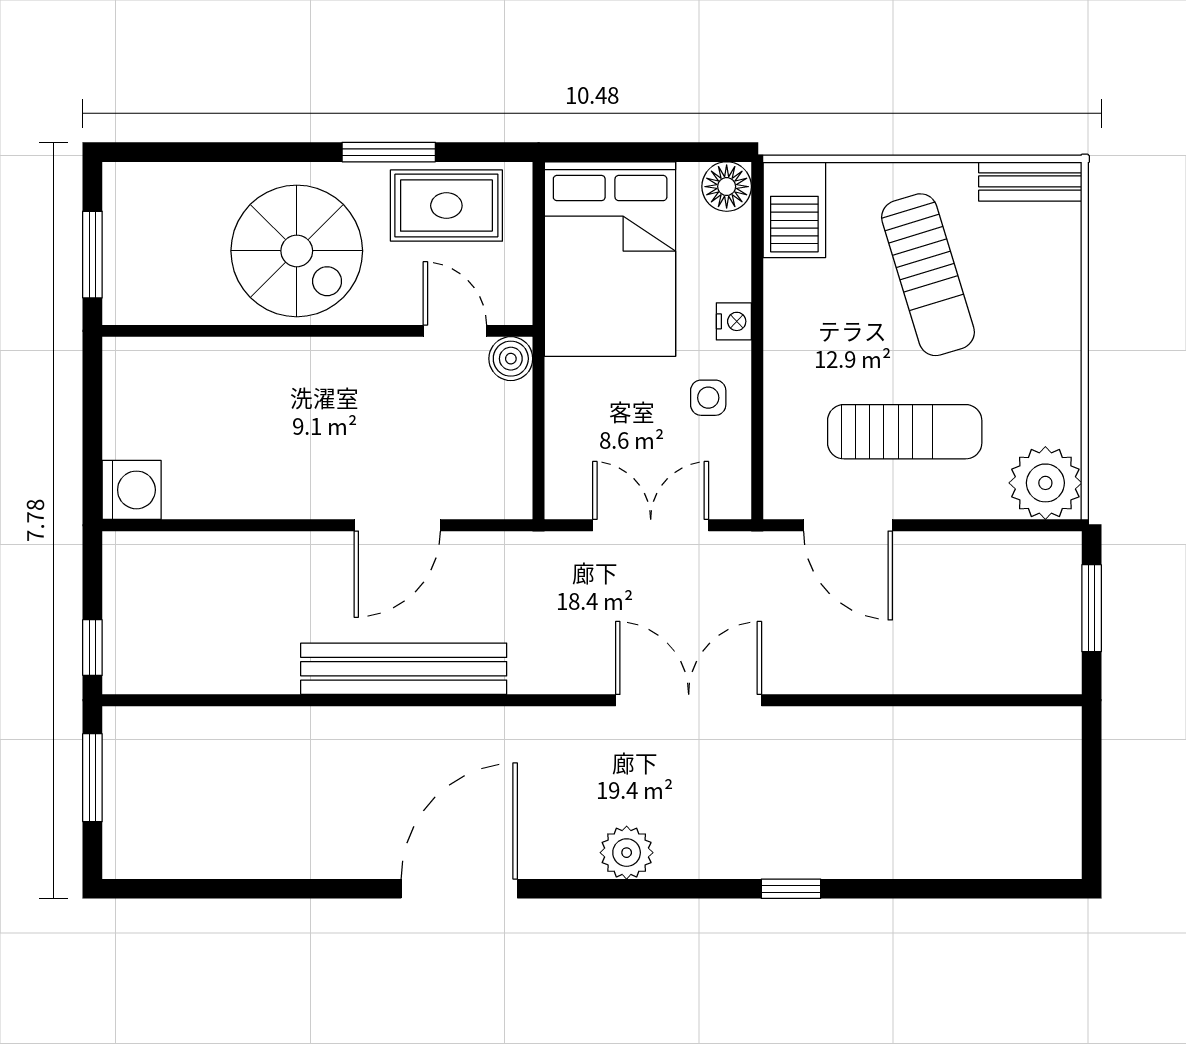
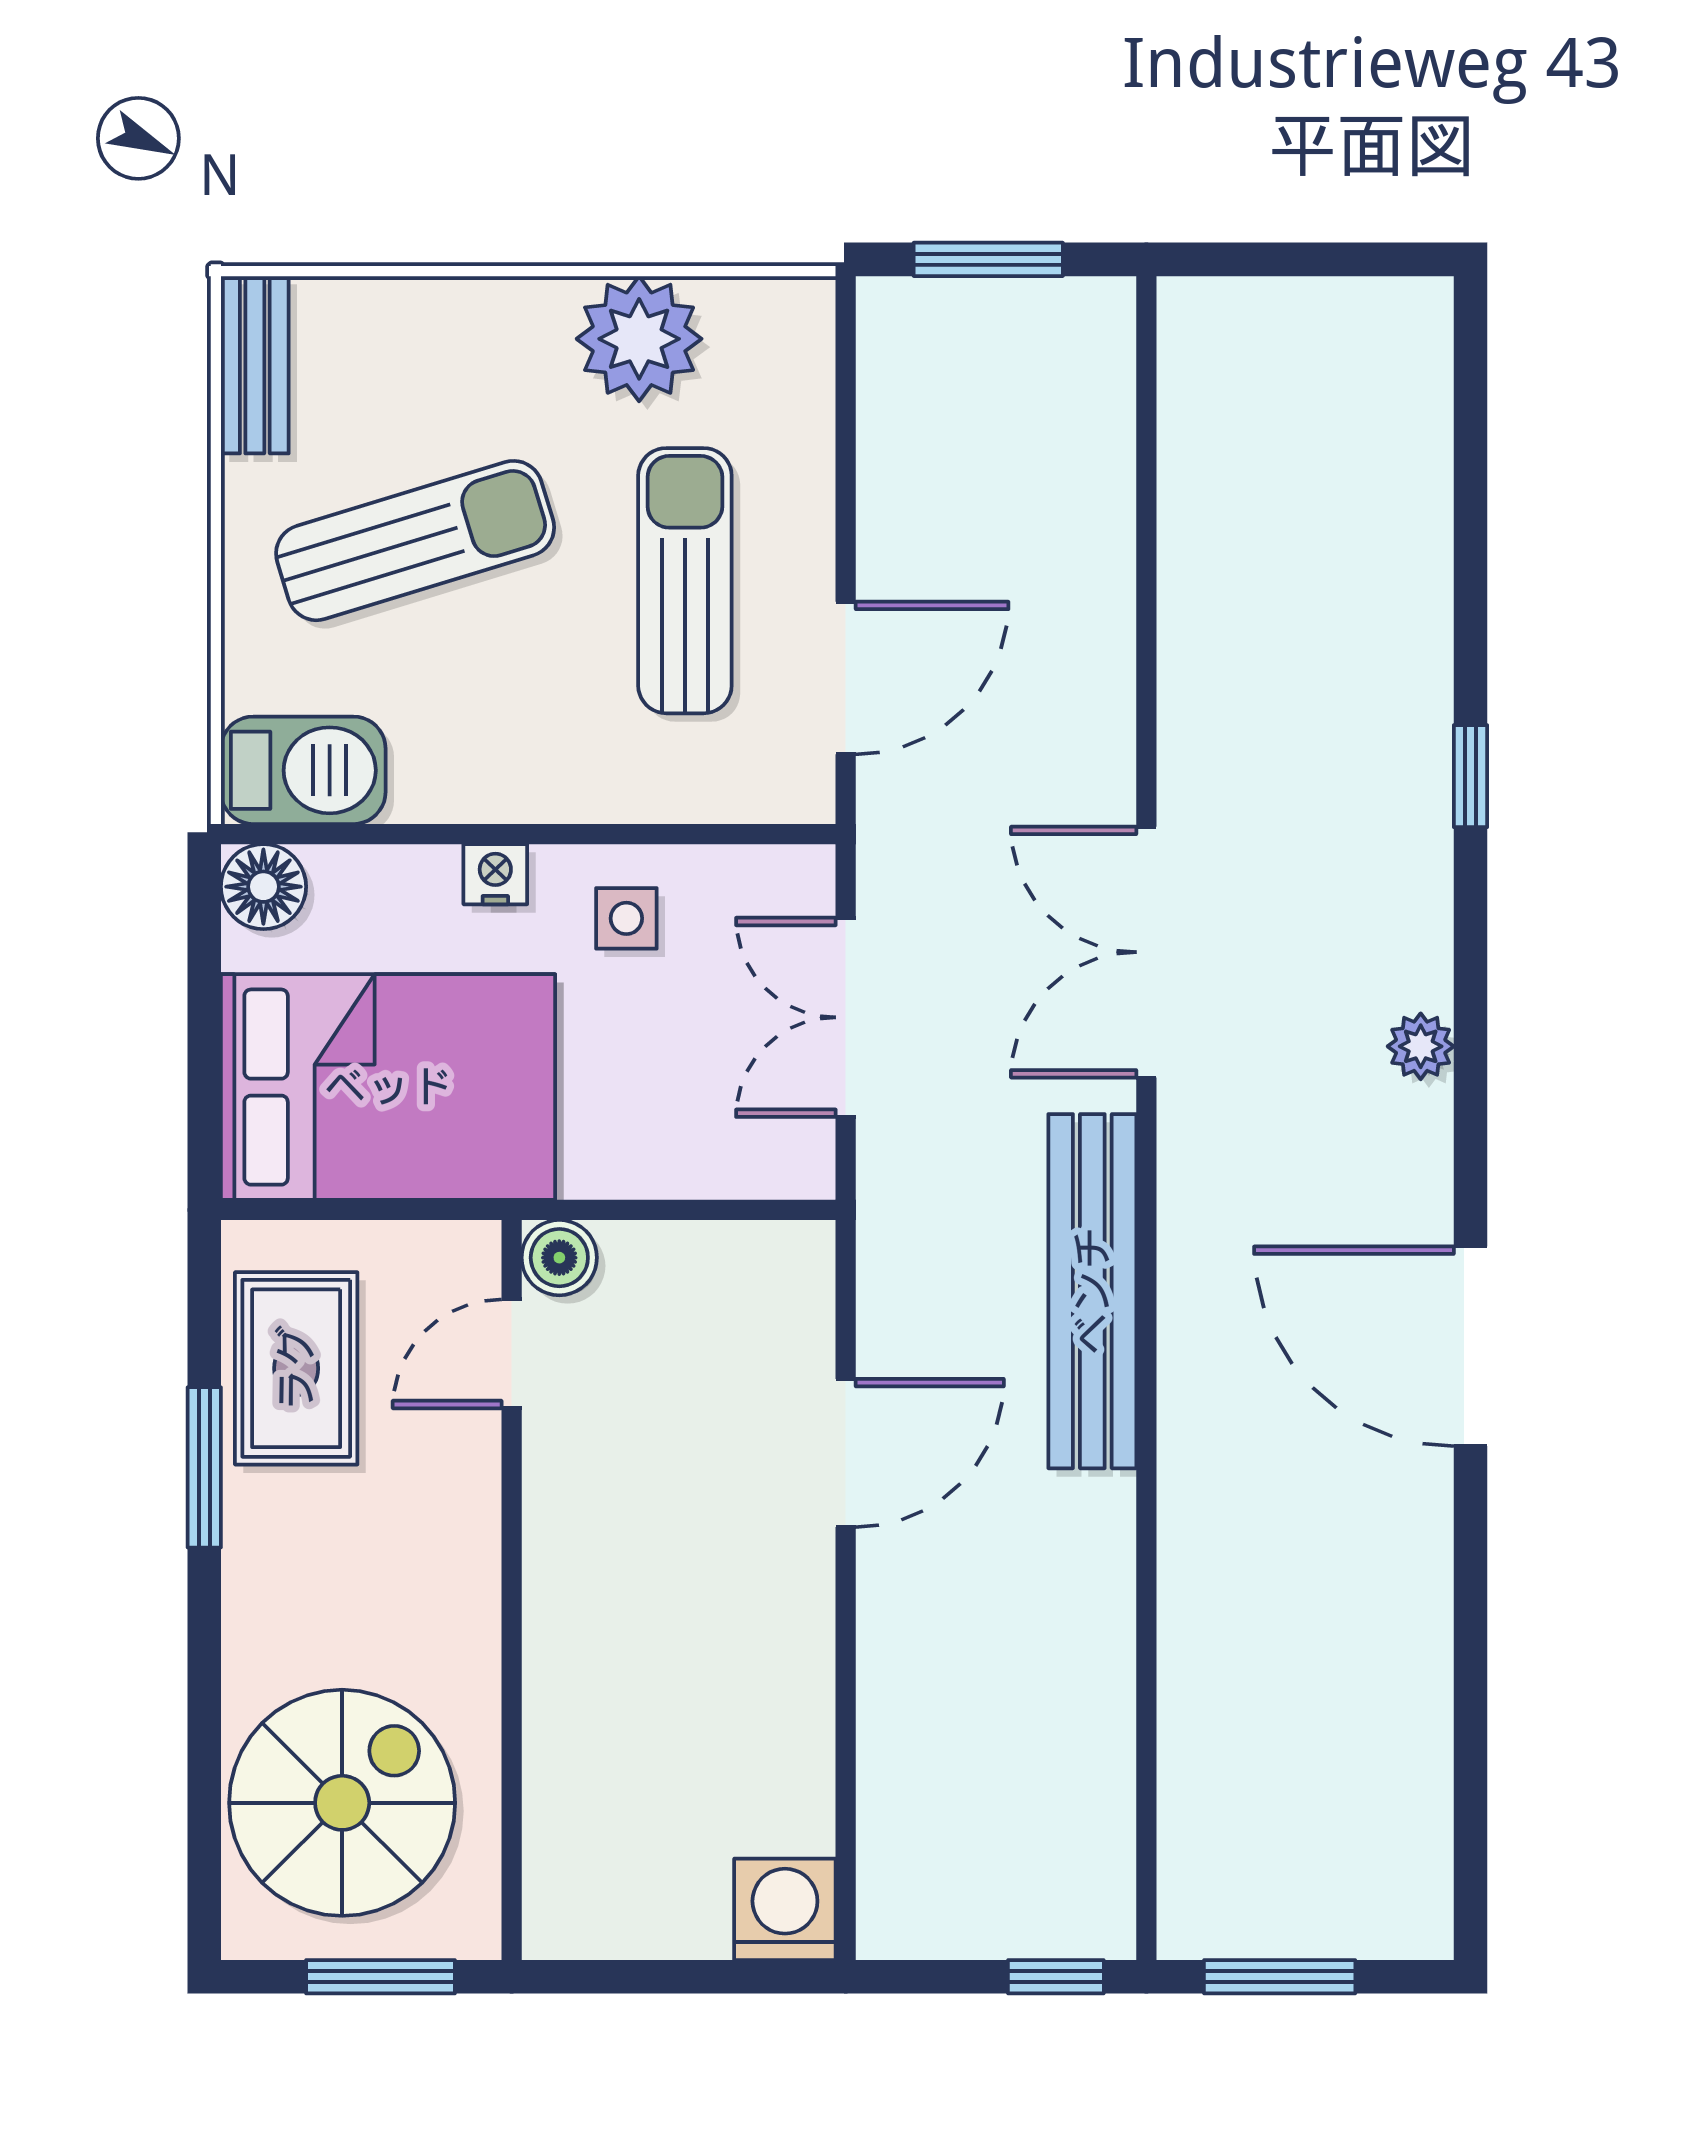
spiral stairs: (297, 251) -> (342, 1803), moved
plant: (1045, 483) -> (639, 339), moved
door: (397, 525) -> (846, 1453), hinge flipped
bench: (404, 669) -> (1092, 1291), moved
plant: (627, 853) -> (1421, 1046), width x0.73, depth x0.73

